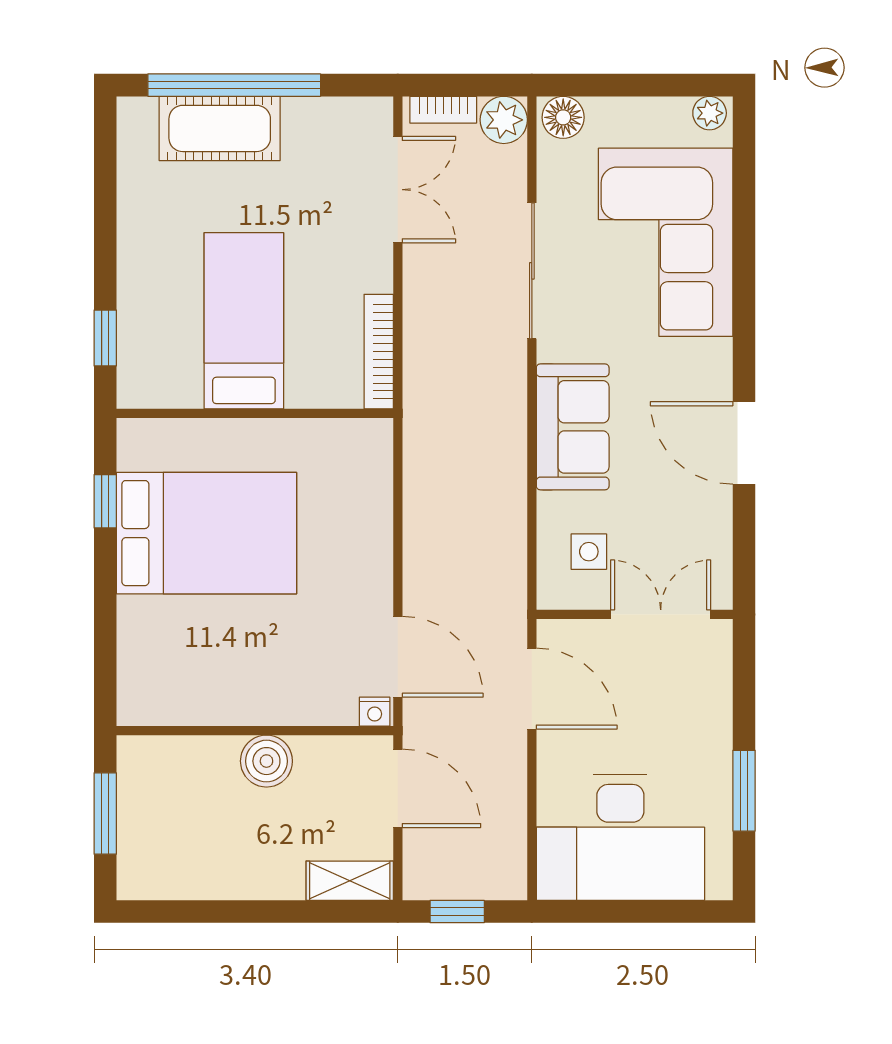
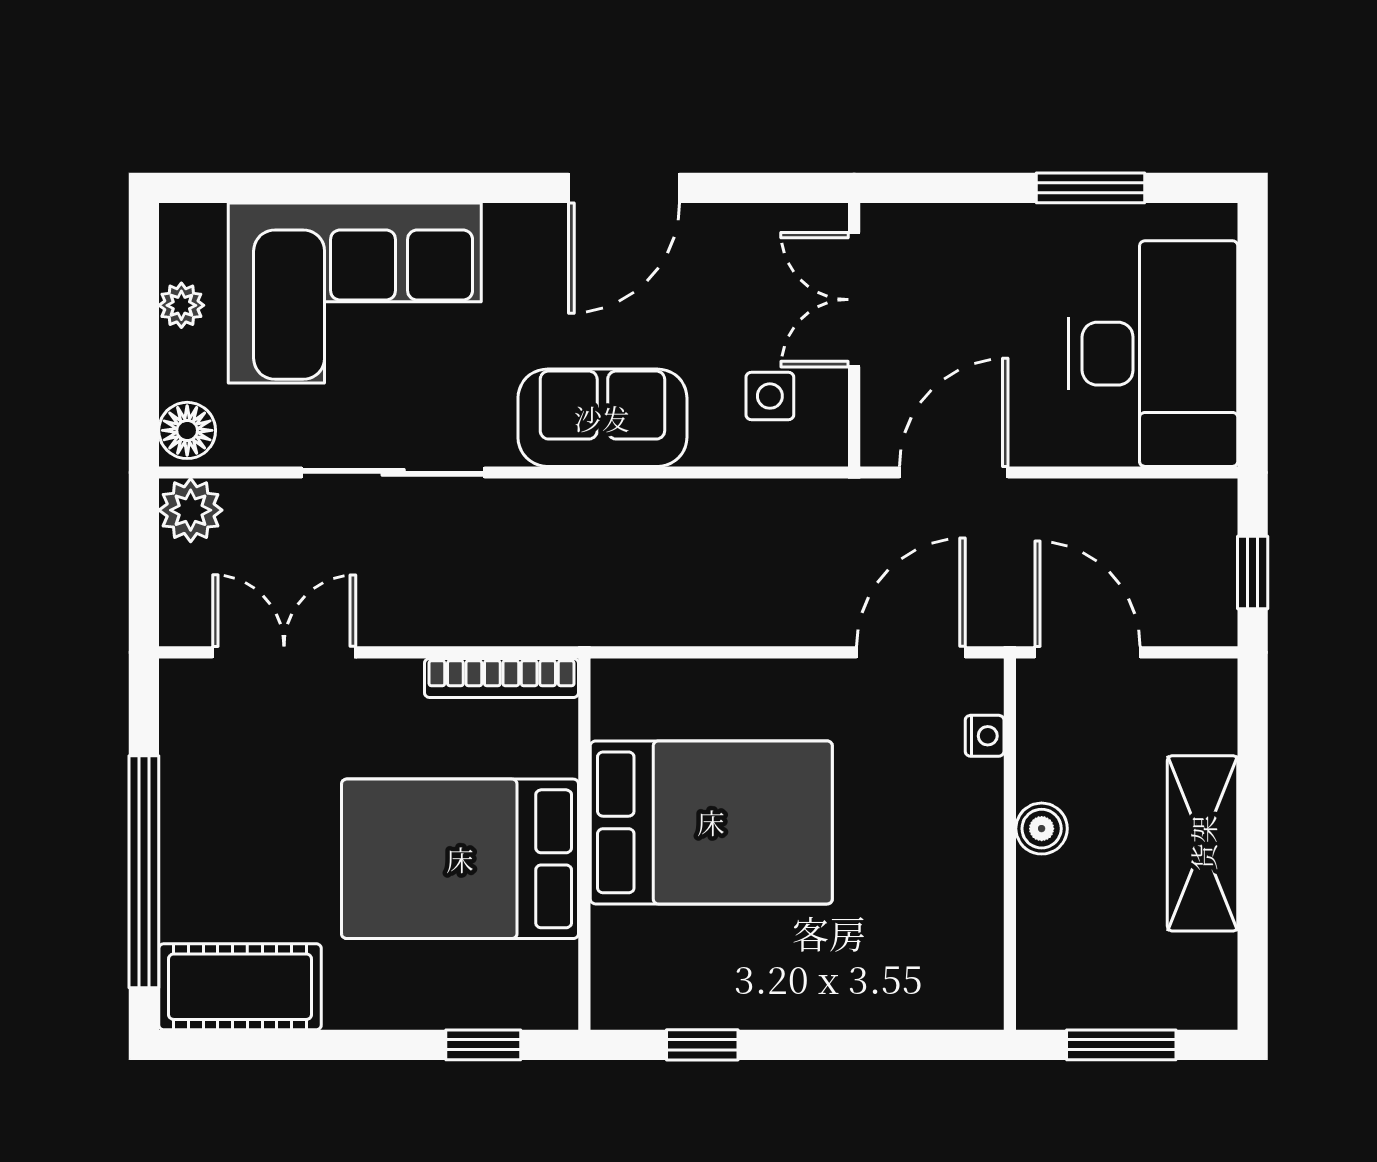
bookcase: (443, 110) -> (177, 591), removed
plant: (710, 113) -> (181, 305), moved
cot: (220, 128) -> (240, 987), moved, turned 90
bed: (244, 321) -> (460, 859), width x1.50
bed: (206, 533) -> (711, 822), moved, turned 90
nightstand: (375, 712) -> (985, 736), moved
boiler: (266, 761) -> (1042, 829), width x0.73, depth x0.73
door: (398, 788) -> (1087, 652), hinge flipped
shelving: (350, 881) -> (1203, 843), moved, width x1.50, depth x1.33

